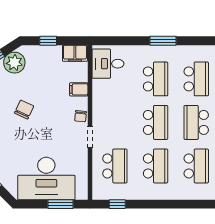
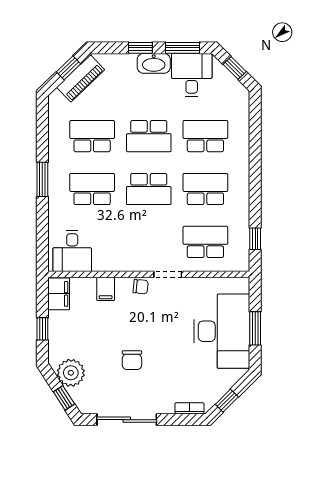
chair: (24, 110) -> (132, 360), turned -115
school desk: (156, 122) -> (149, 189), turned 180
window: (61, 204) -> (255, 328), moved

